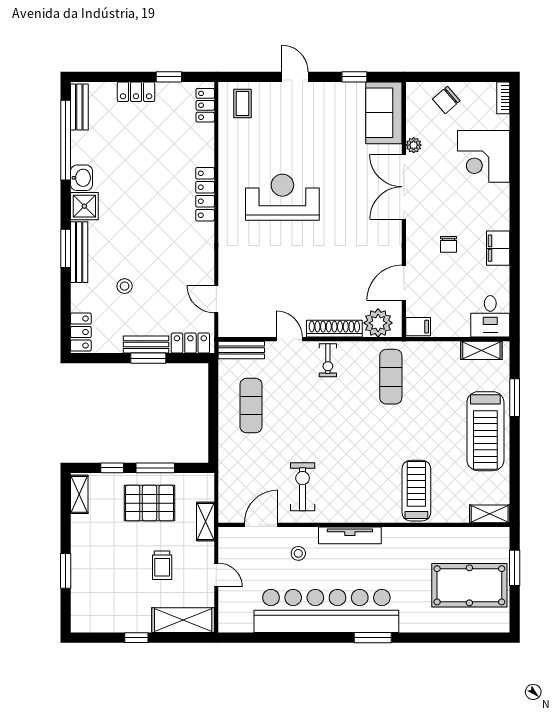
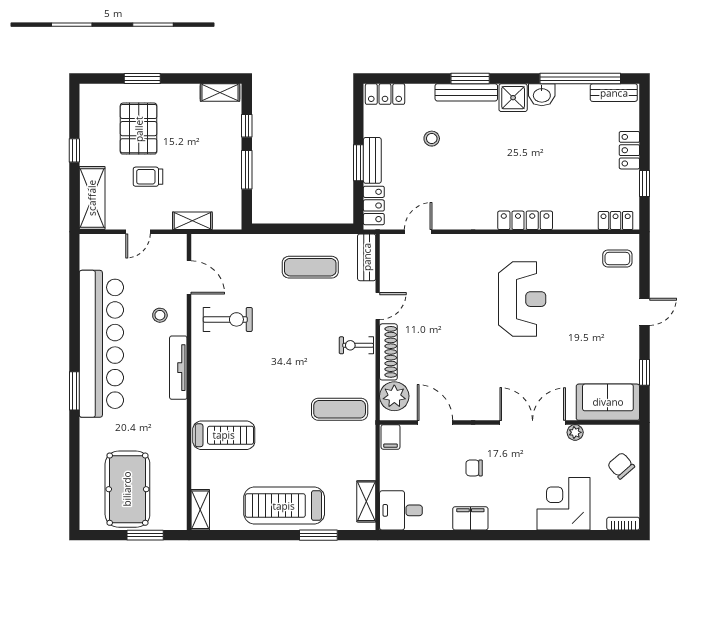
pallet: (149, 503) -> (139, 129), moved

